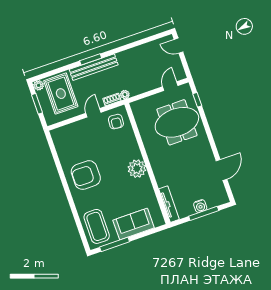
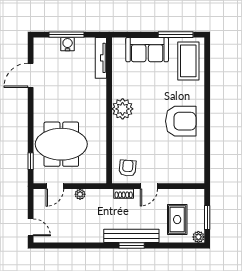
rug: (61, 94) -> (177, 220), width x0.73, depth x0.70
plant: (125, 95) -> (80, 194), moved

